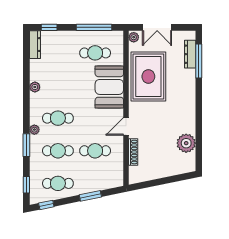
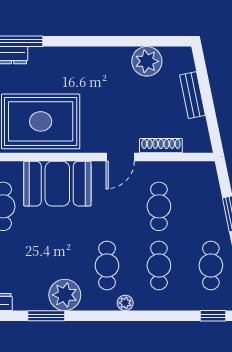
plant: (35, 87) -> (65, 295), width x1.88, depth x1.88
door: (126, 126) -> (120, 157), hinge flipped
window: (26, 145) -> (46, 316), moved
bench: (165, 172) -> (192, 95), added

